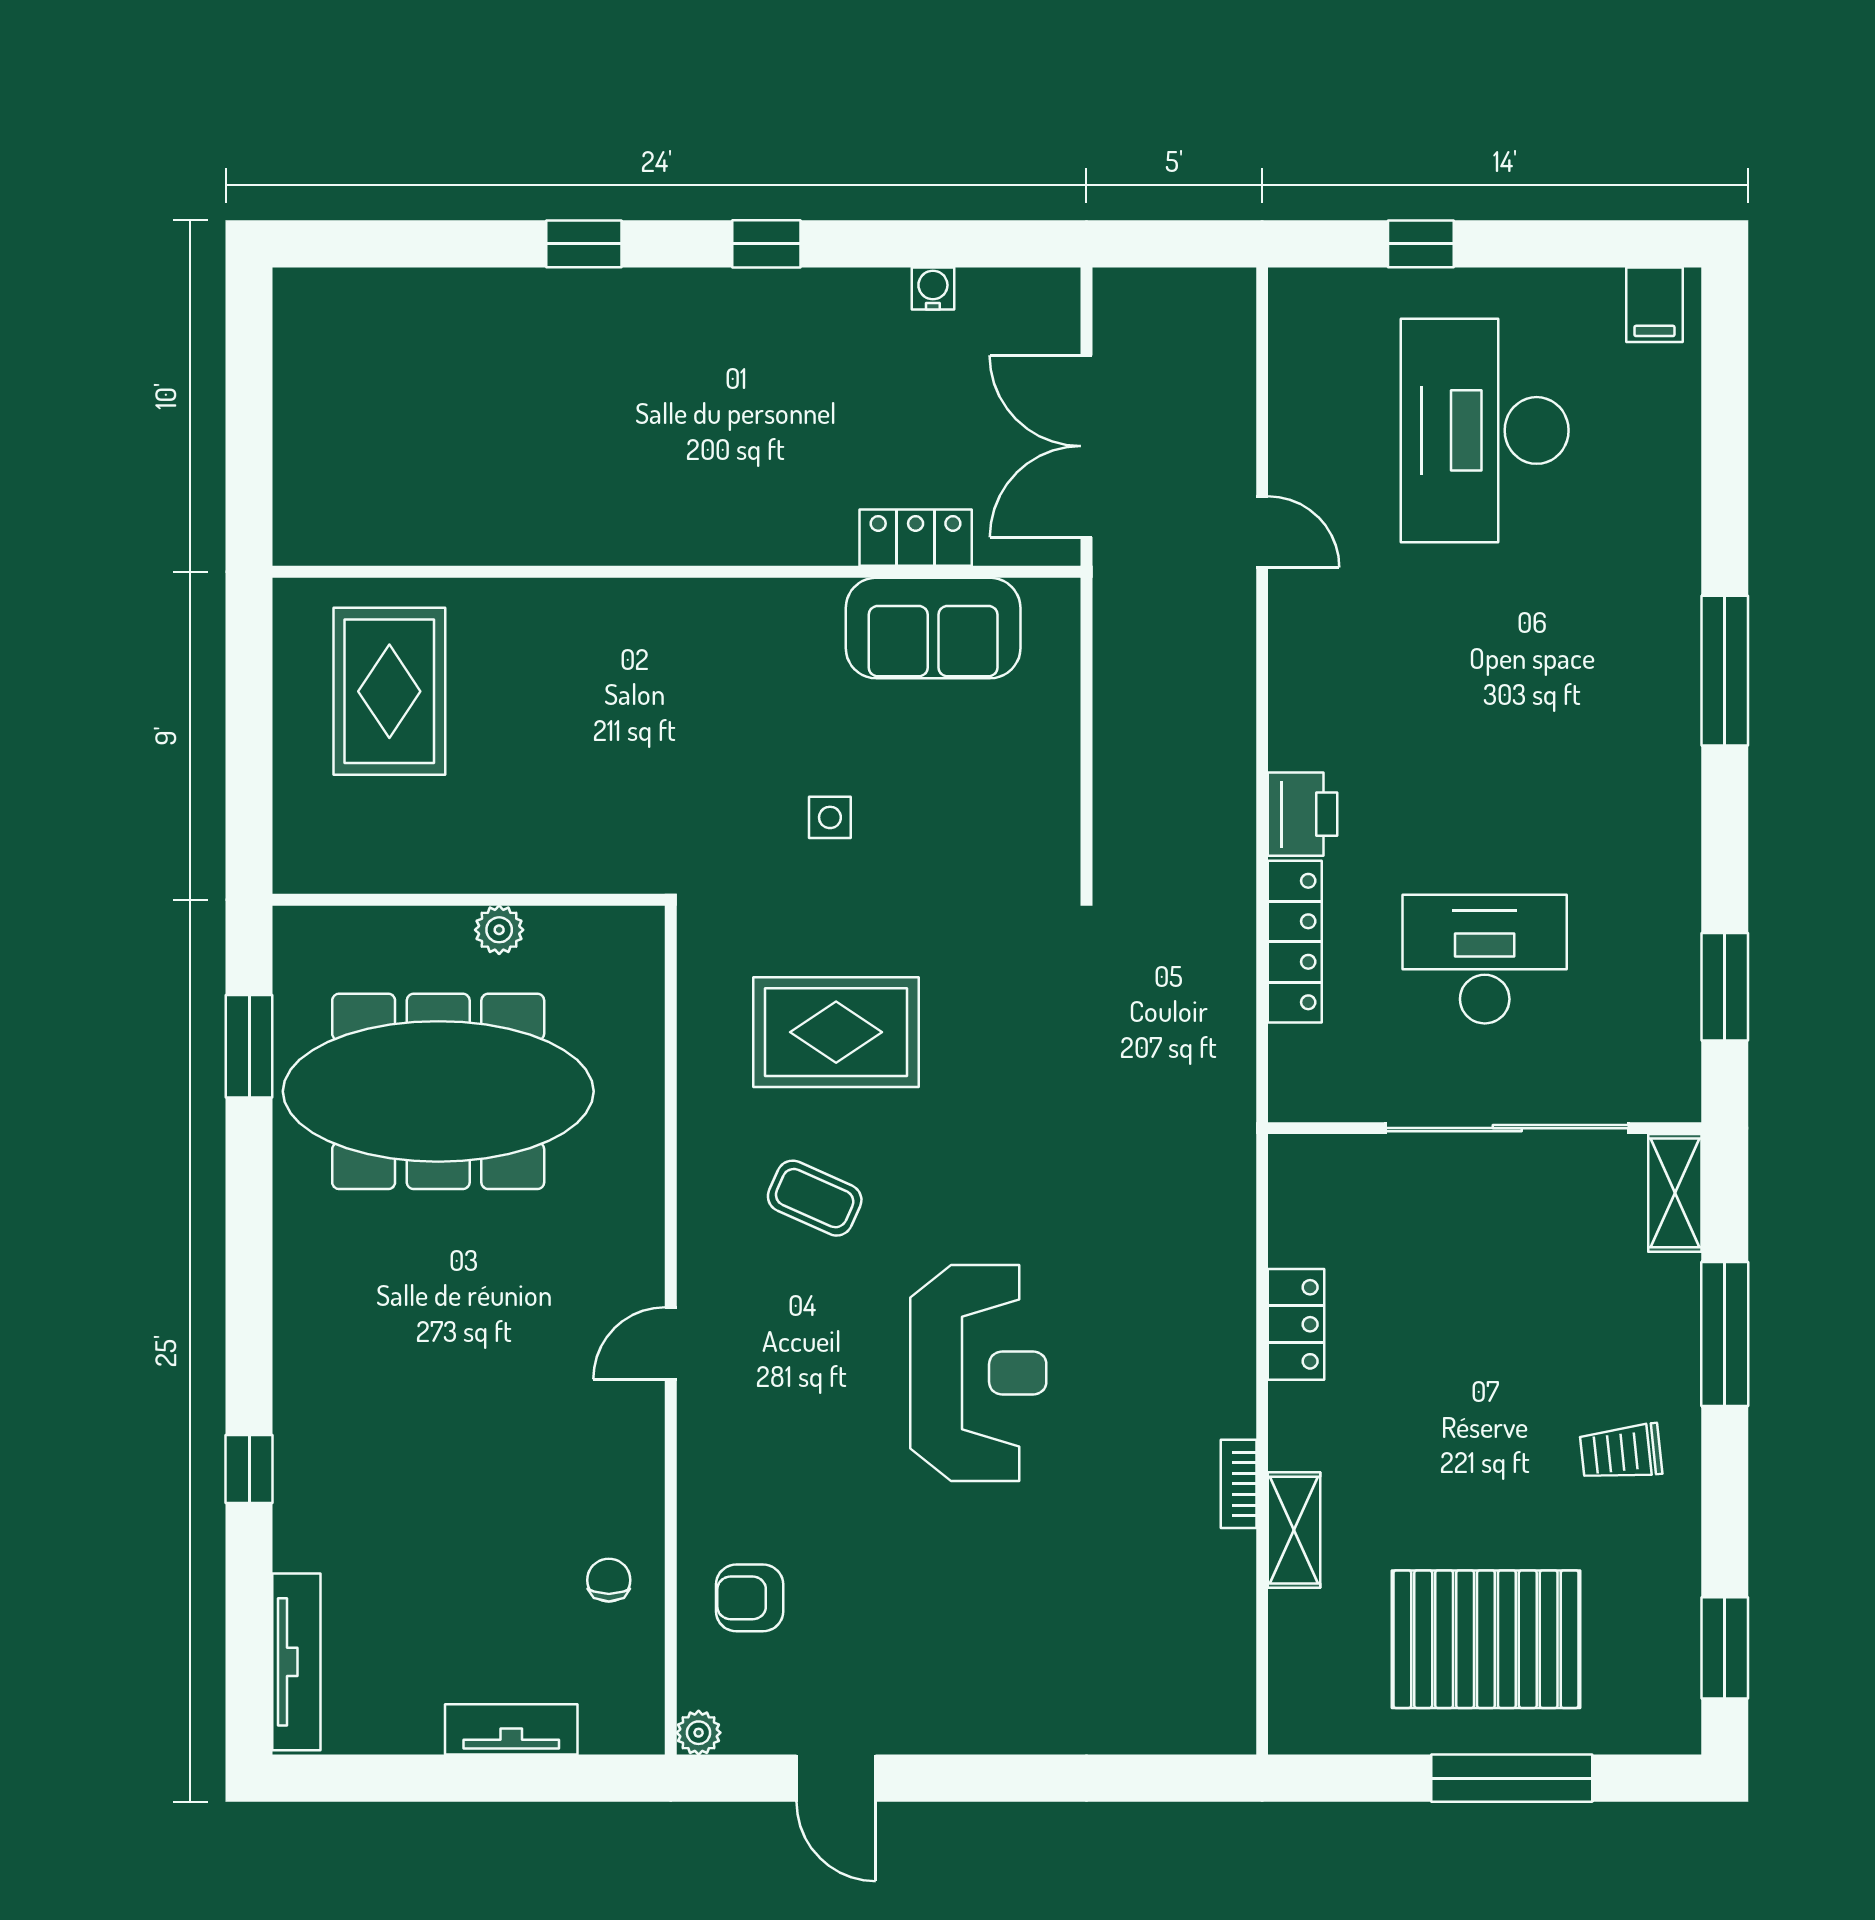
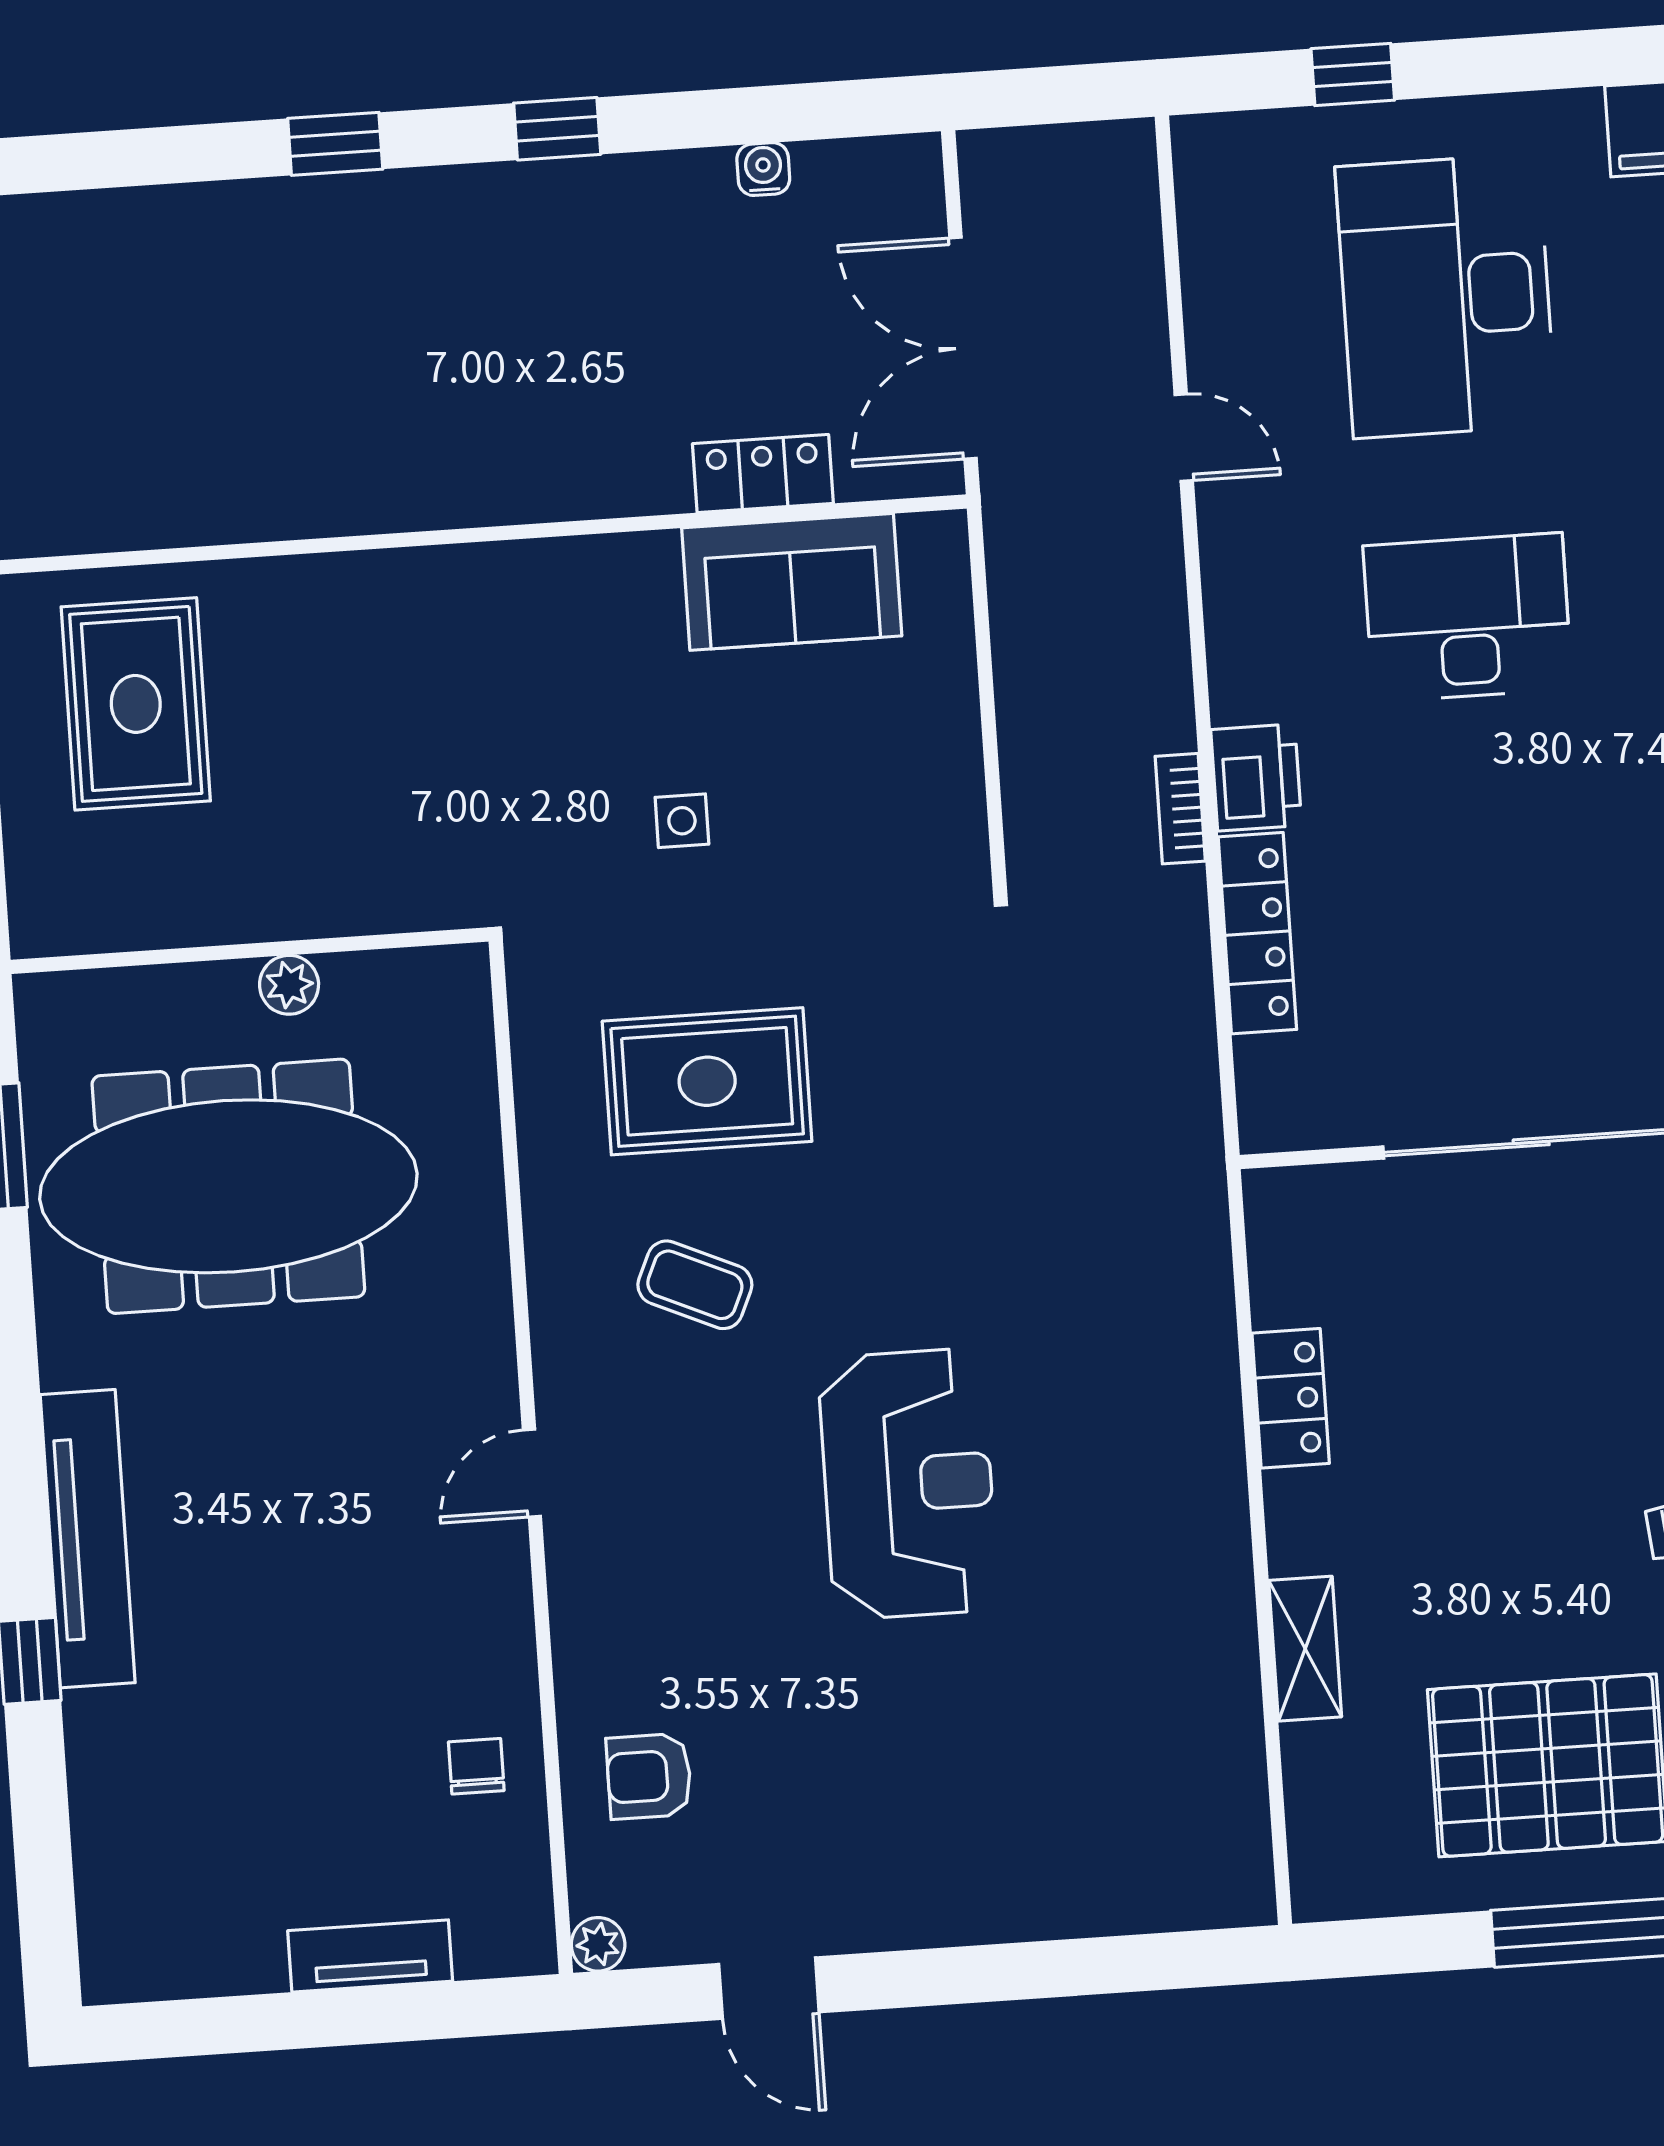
desk: (1485, 959) -> (1468, 617), moved
bookcase: (1239, 1484) -> (1180, 809), moved
tv unit: (296, 1662) -> (88, 1539), moved, width x1.36, depth x1.29

